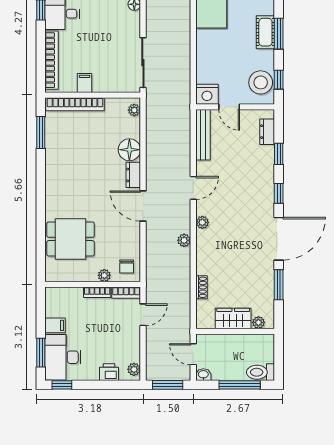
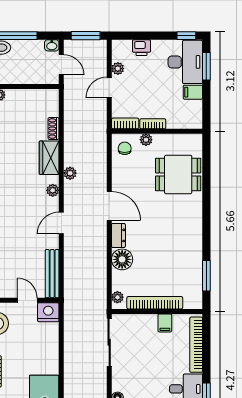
bookcase: (75, 104) -> (155, 303), moved
door: (143, 315) -> (109, 88), moved
wardrobe: (233, 319) -> (49, 158), moved, turned 90
plant: (134, 369) -> (118, 69), moved

